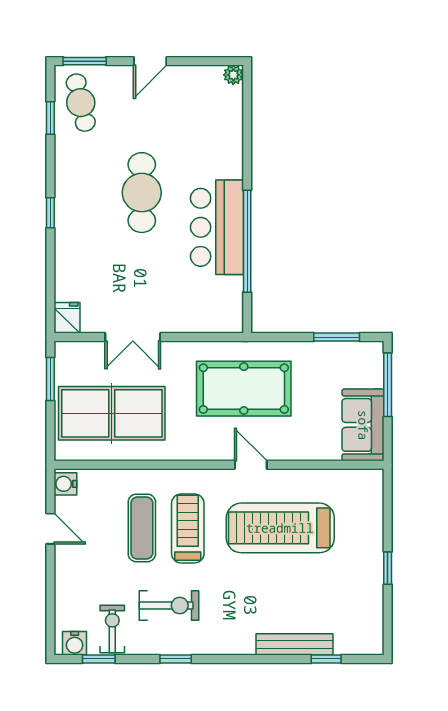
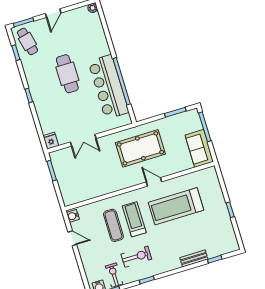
bar counter: (217, 227) -> (108, 87), width x1.36
table tennis table: (112, 413) -> (84, 178), removed
bench: (295, 644) -> (194, 258), width x0.73

